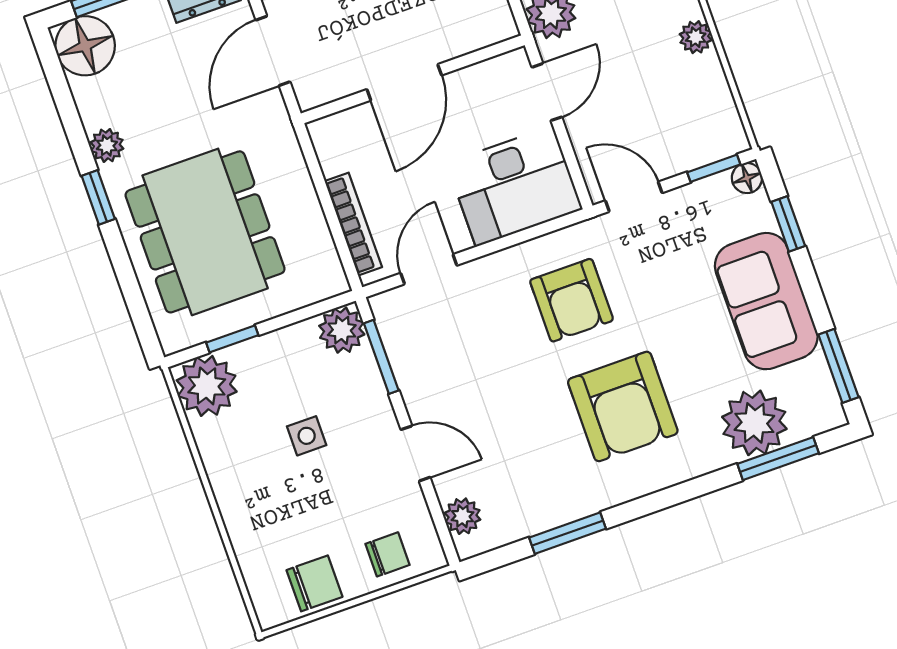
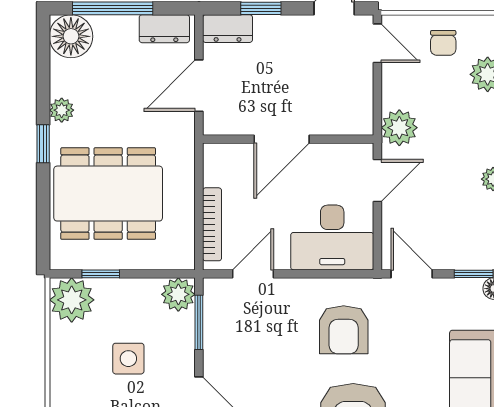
dining table: (205, 232) -> (108, 194), turned 90
side table: (307, 436) -> (128, 359), width x1.37, depth x1.37

